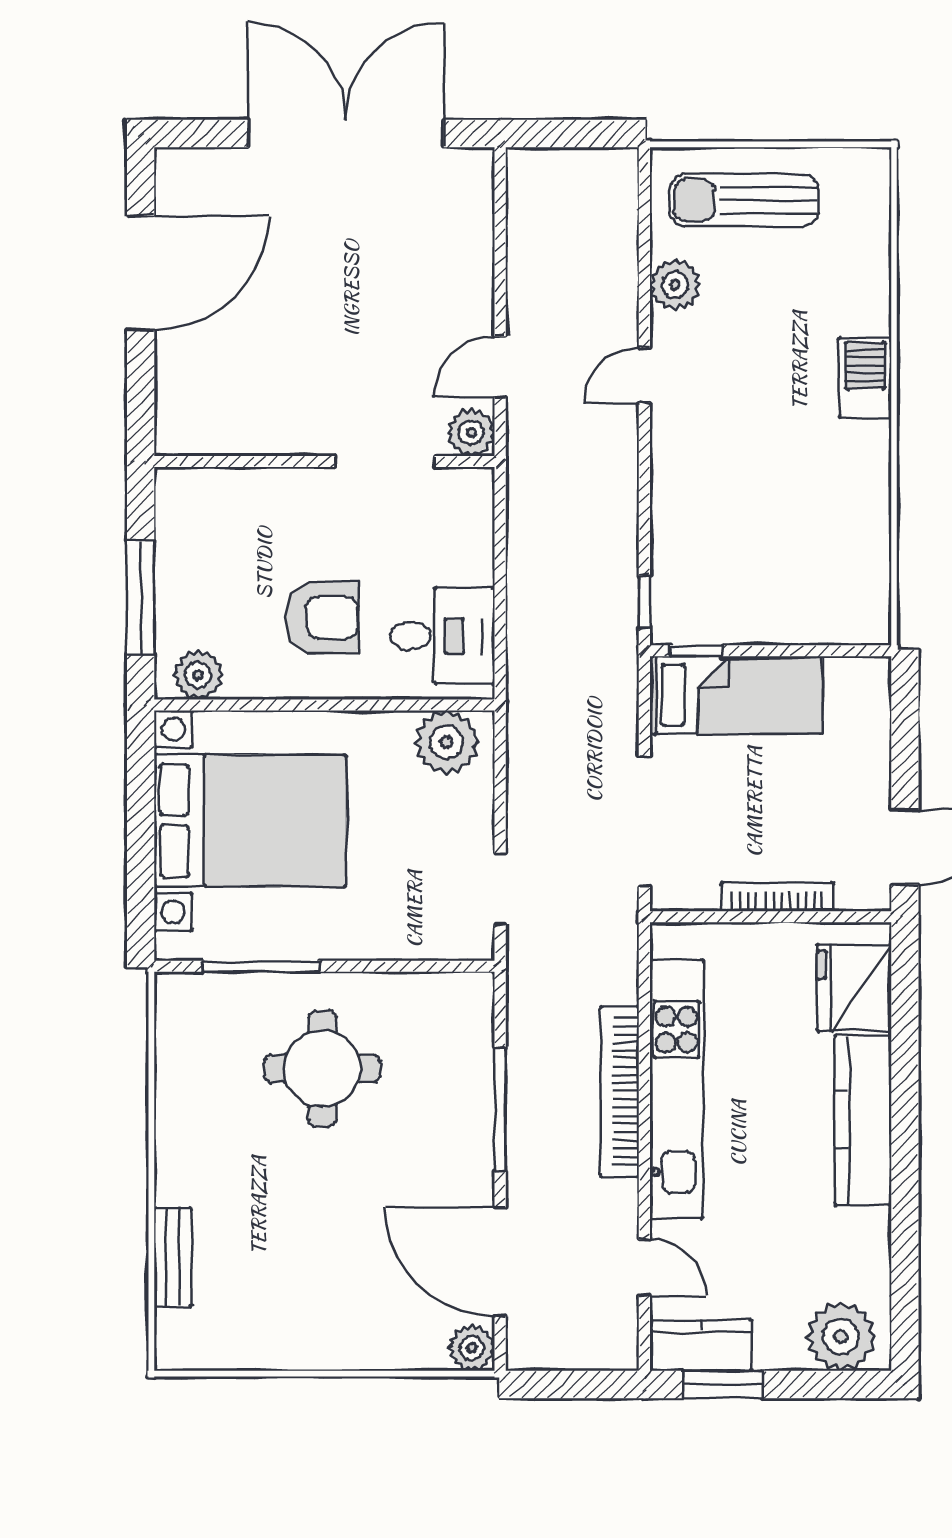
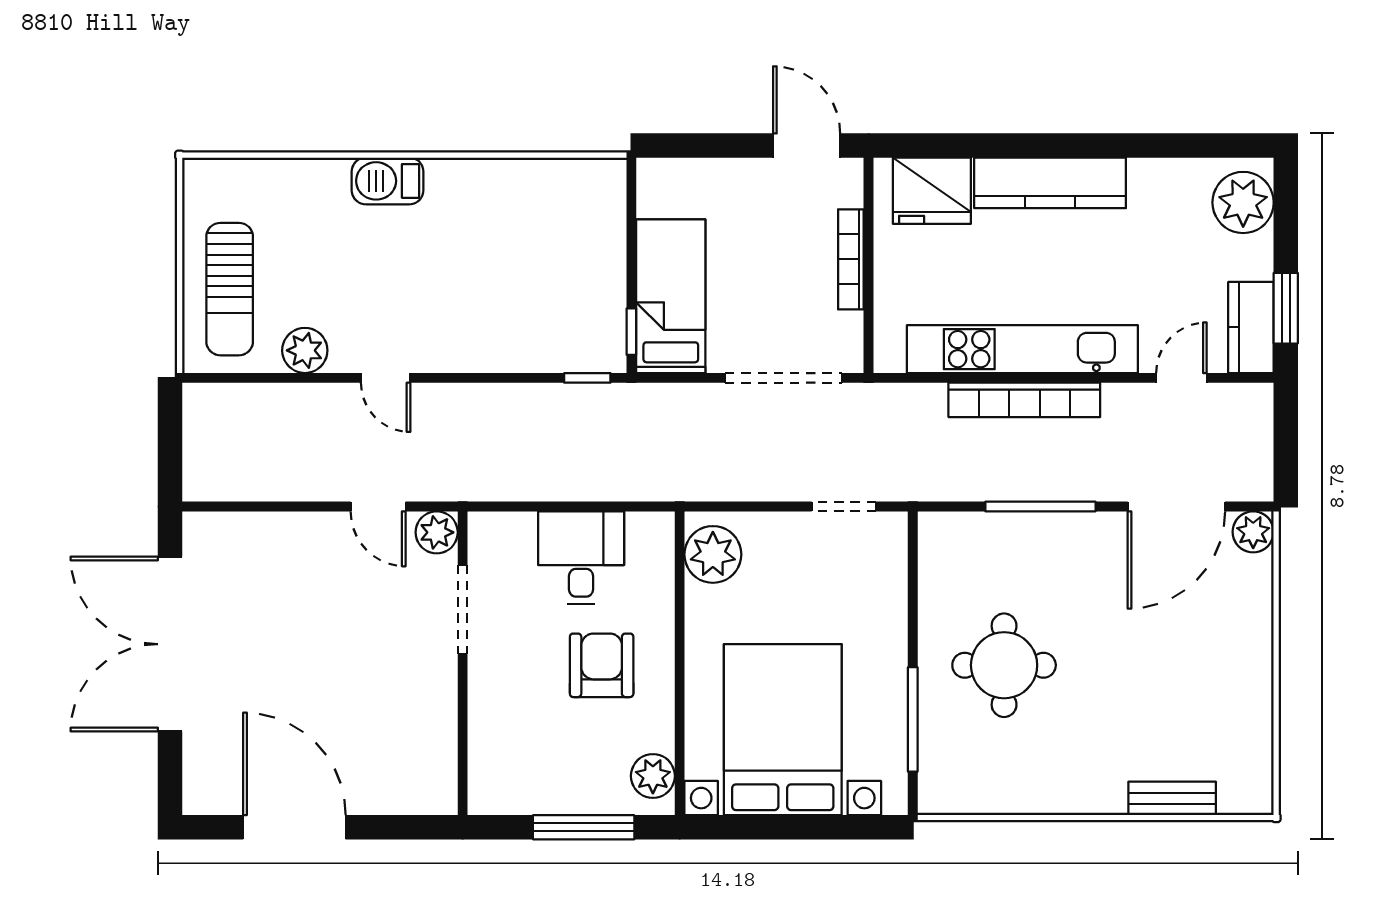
desk: (443, 636) -> (581, 558), moved

